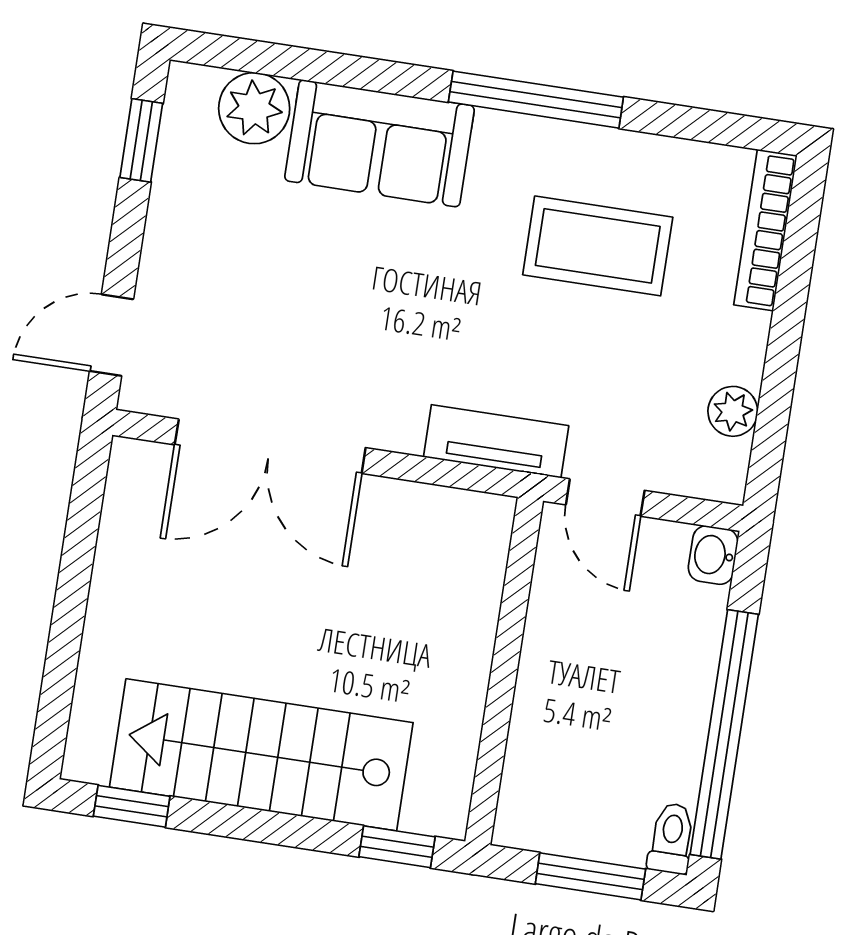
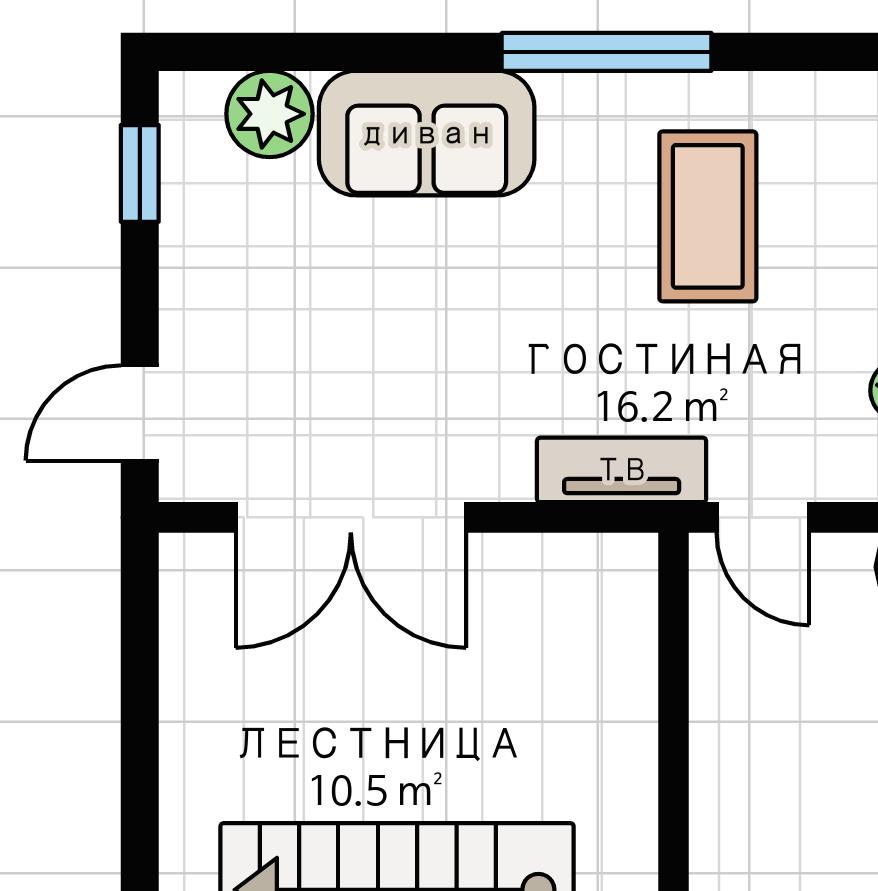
coffee table: (598, 246) -> (708, 216), turned 90

